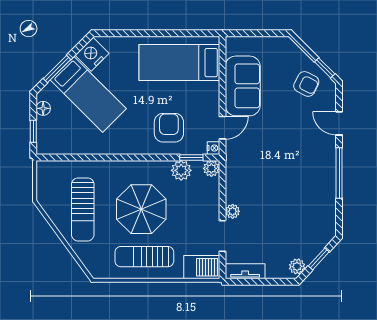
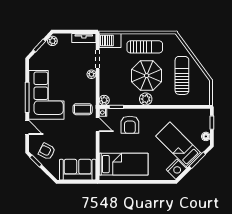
sofa: (243, 86) -> (78, 170), moved, turned 90
door: (222, 128) -> (98, 125), swing flipped
coffee table: (247, 153) -> (83, 109), added
plant: (181, 170) -> (146, 99), moved
corner sofa: (307, 177) -> (46, 95), added

